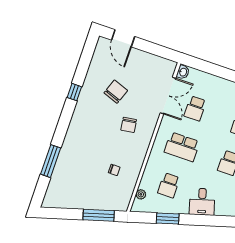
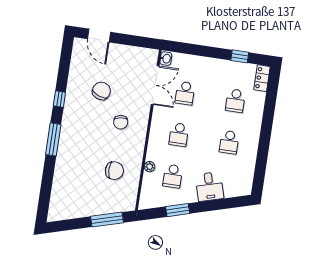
school desk: (182, 147) -> (179, 135), width x0.54
window: (51, 161) -> (53, 139), moved
chair: (114, 170) -> (114, 171), width x1.87, depth x1.87
plant: (141, 194) -> (150, 167), moved

